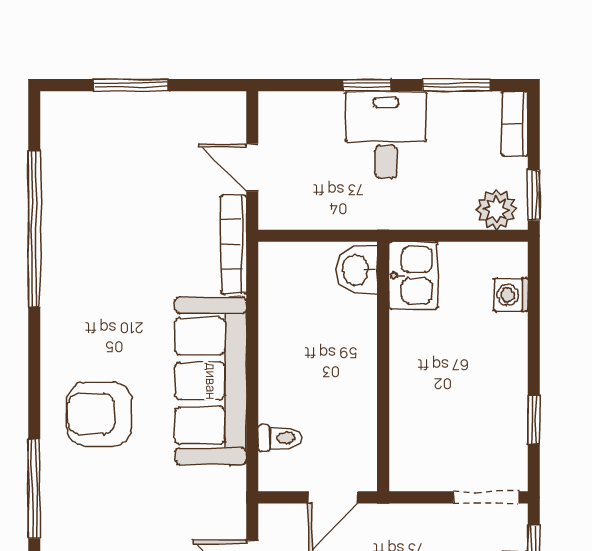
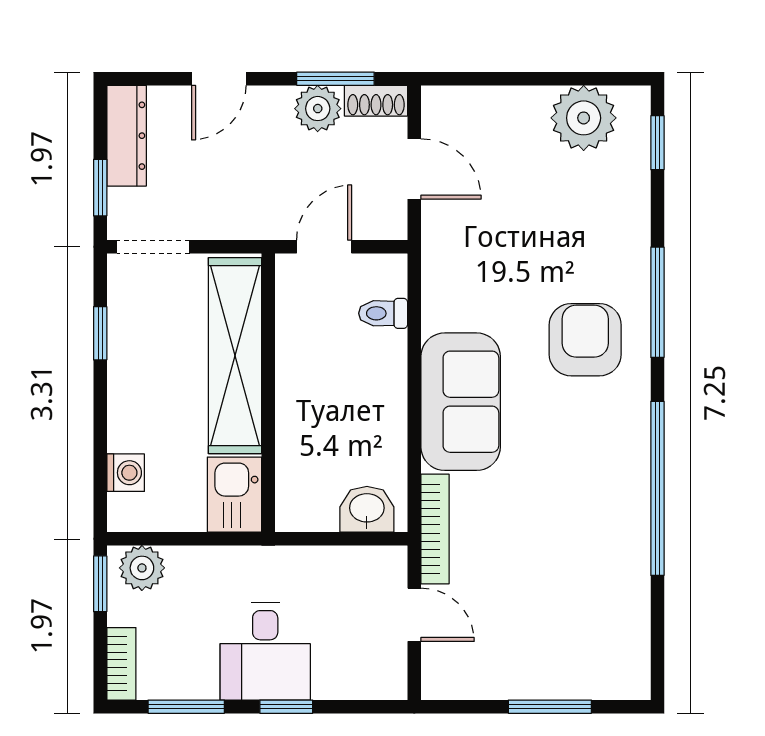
window: (34, 229) -> (657, 488), moved
washbasin: (357, 270) -> (367, 509), moved, turned -90
sofa: (211, 381) -> (461, 402), width x0.73
shelving: (413, 400) -> (235, 356), added
armchair: (99, 414) -> (585, 340), turned -90
window: (34, 489) -> (657, 302), moved

